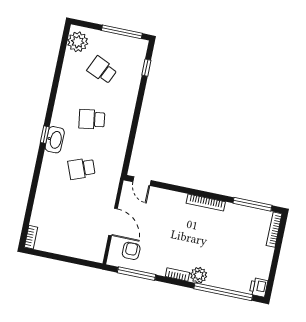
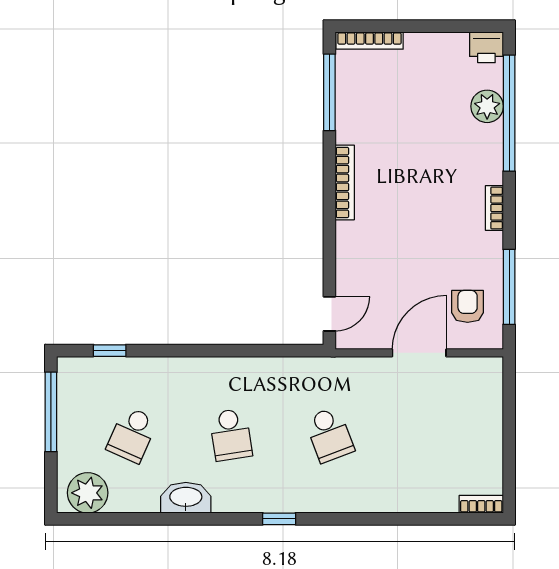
washbasin: (55, 140) -> (186, 498), moved
armchair: (131, 251) -> (468, 306), turned 90
plant: (199, 275) -> (487, 106), moved

